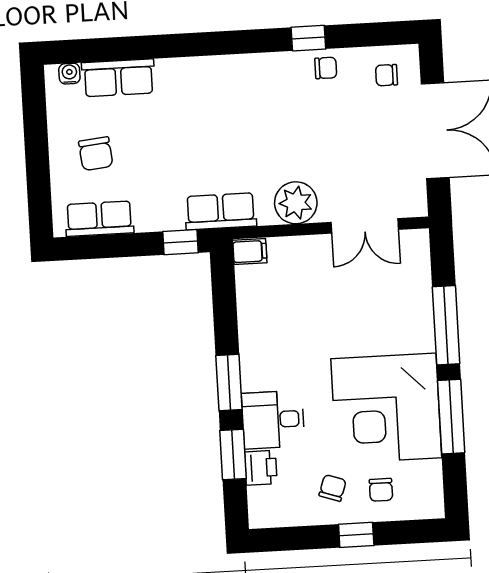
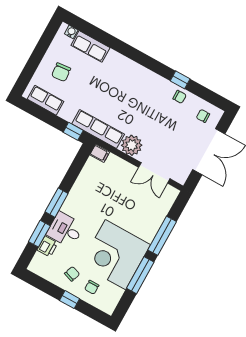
row of seats: (221, 211) -> (98, 129), width x1.48

